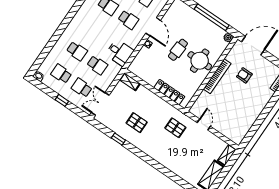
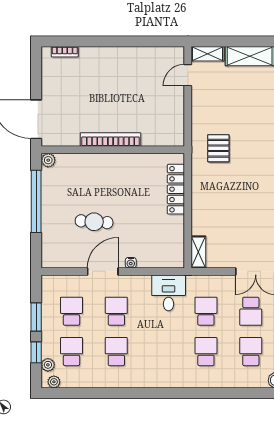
cafe table: (178, 50) -> (94, 222), moved
round table: (200, 61) -> (106, 177), removed
school desk: (61, 74) -> (251, 352), turned 180
armchair: (244, 75) -> (84, 104), removed
pallet: (137, 123) -> (247, 205), removed
door: (204, 125) -> (188, 75), moved

